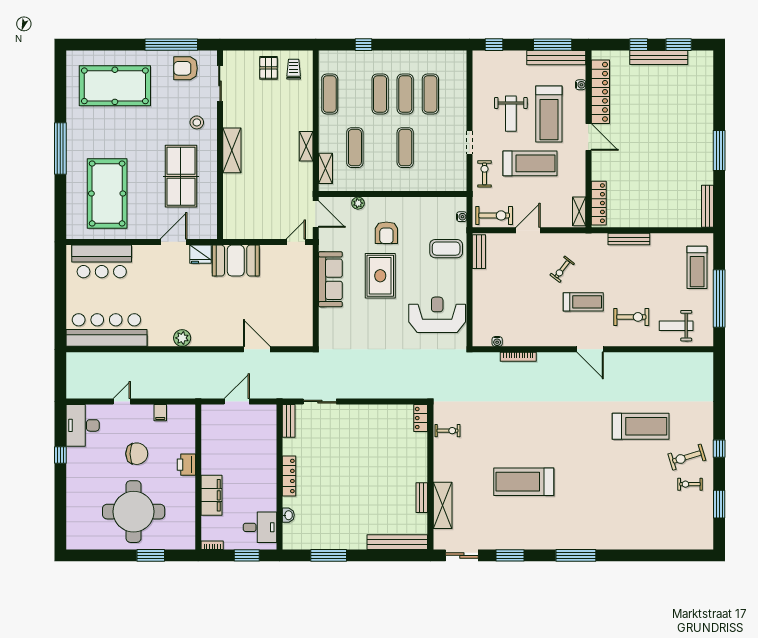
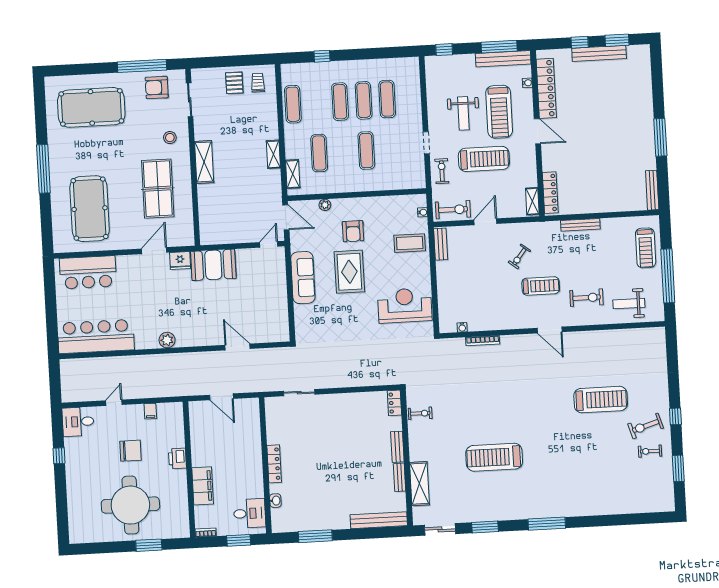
door: (237, 402) -> (222, 397), swing flipped
bench: (289, 421) -> (397, 447), moved
desk: (83, 425) -> (78, 422), width x0.73

